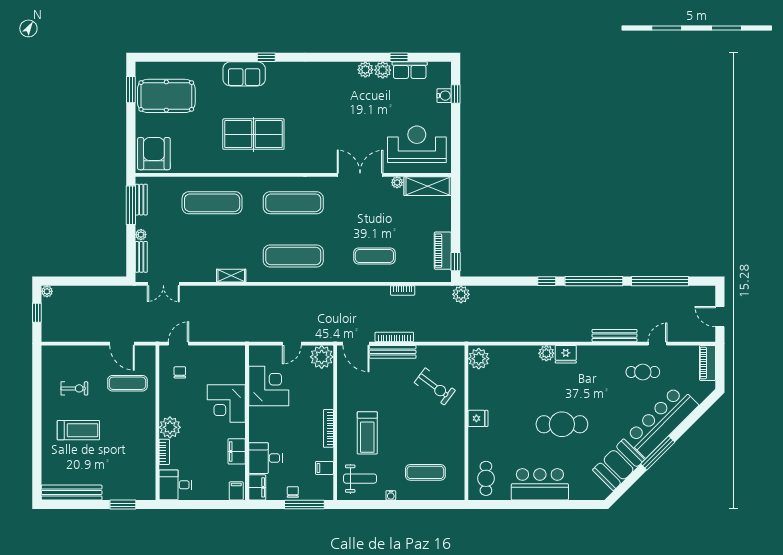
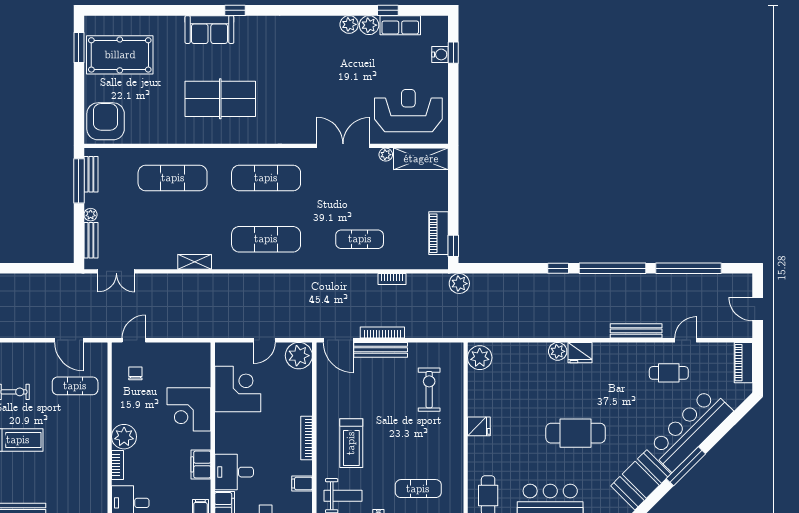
exercise bike: (435, 386) -> (429, 390), turned -127

